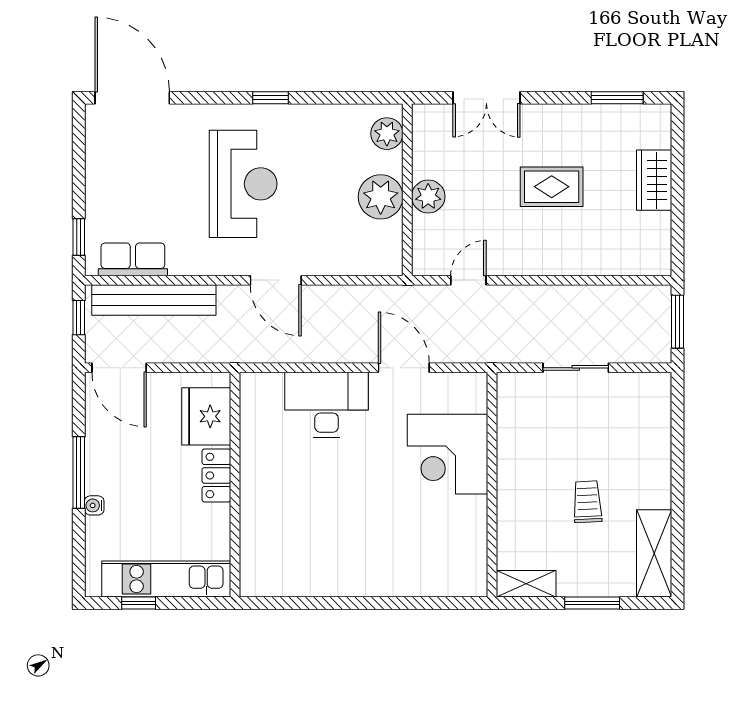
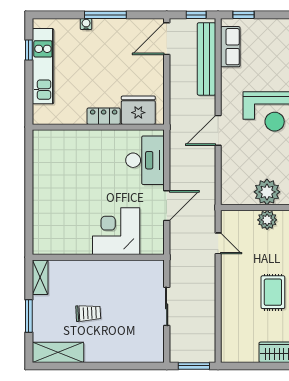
fridge: (206, 416) -> (138, 110), moved
locker: (216, 475) -> (104, 116), moved
wall: (235, 485) -> (98, 127), moved

